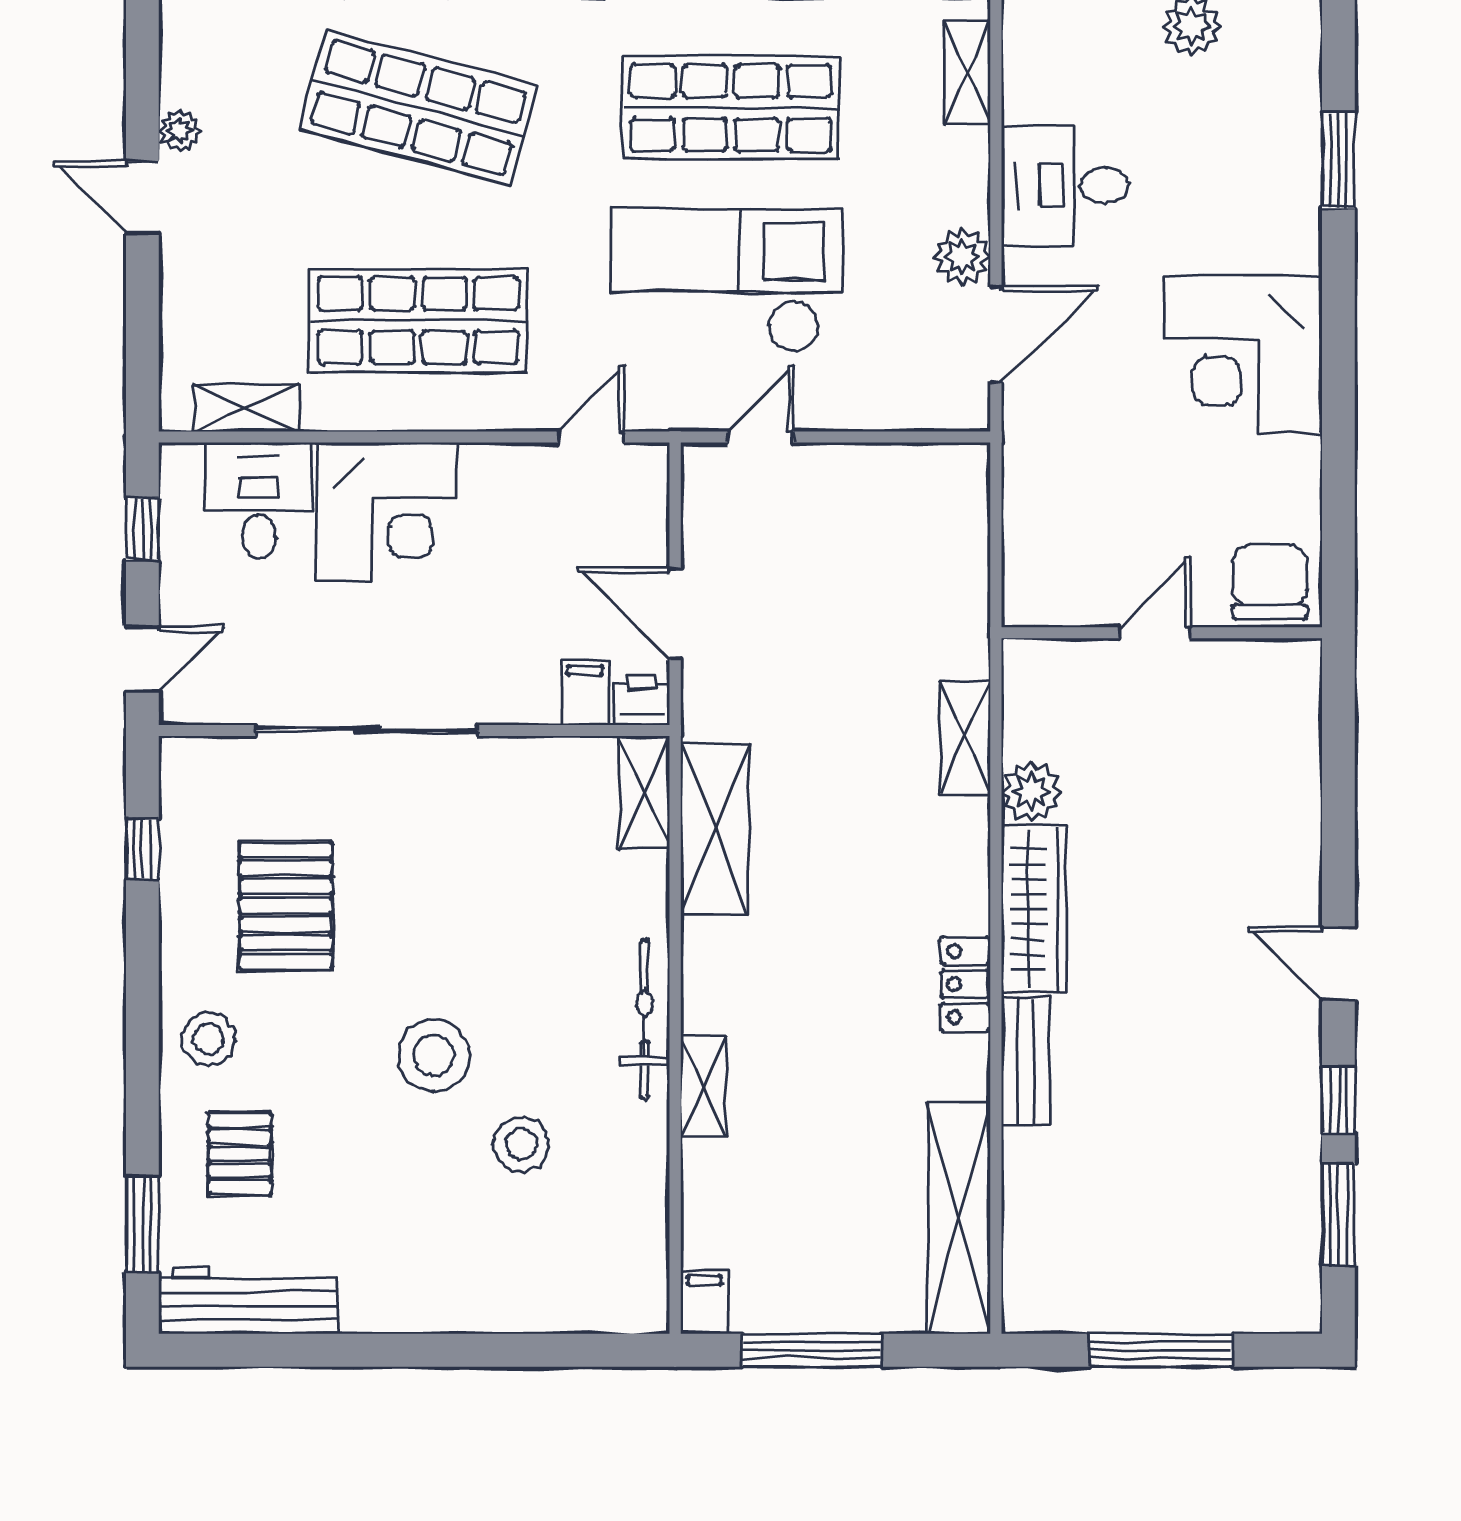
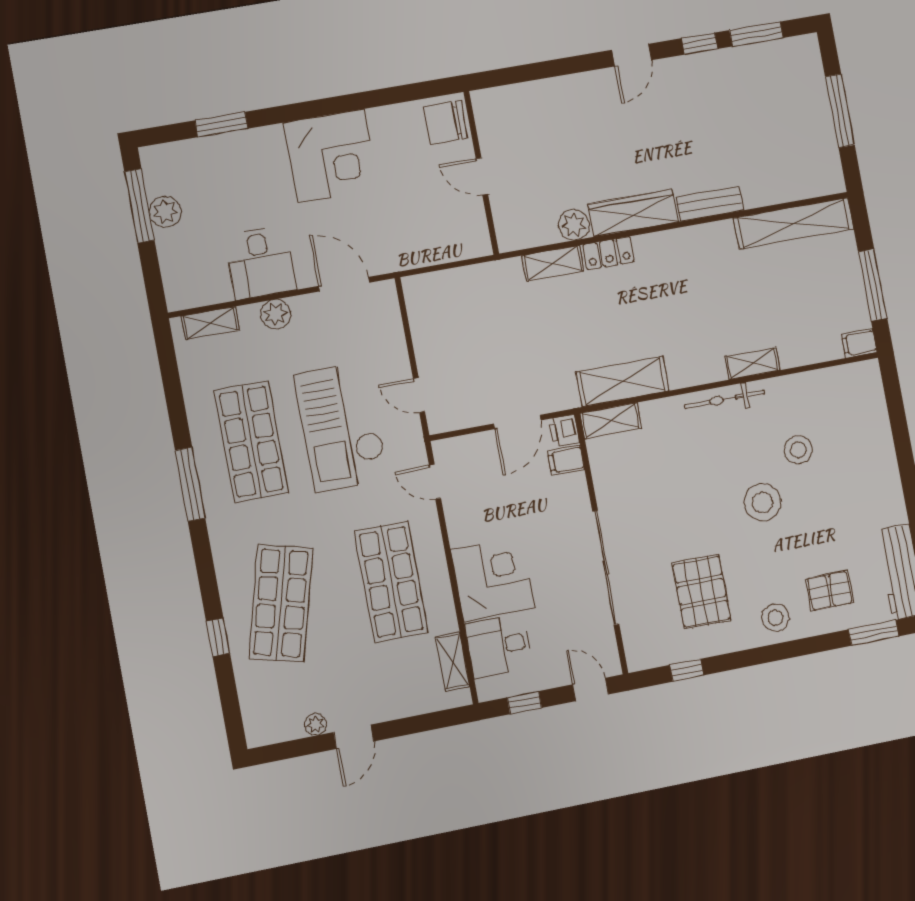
plant: (962, 257) -> (275, 314), moved
pallet: (286, 906) -> (702, 592), turned 90
locker: (965, 984) -> (609, 253), moved

